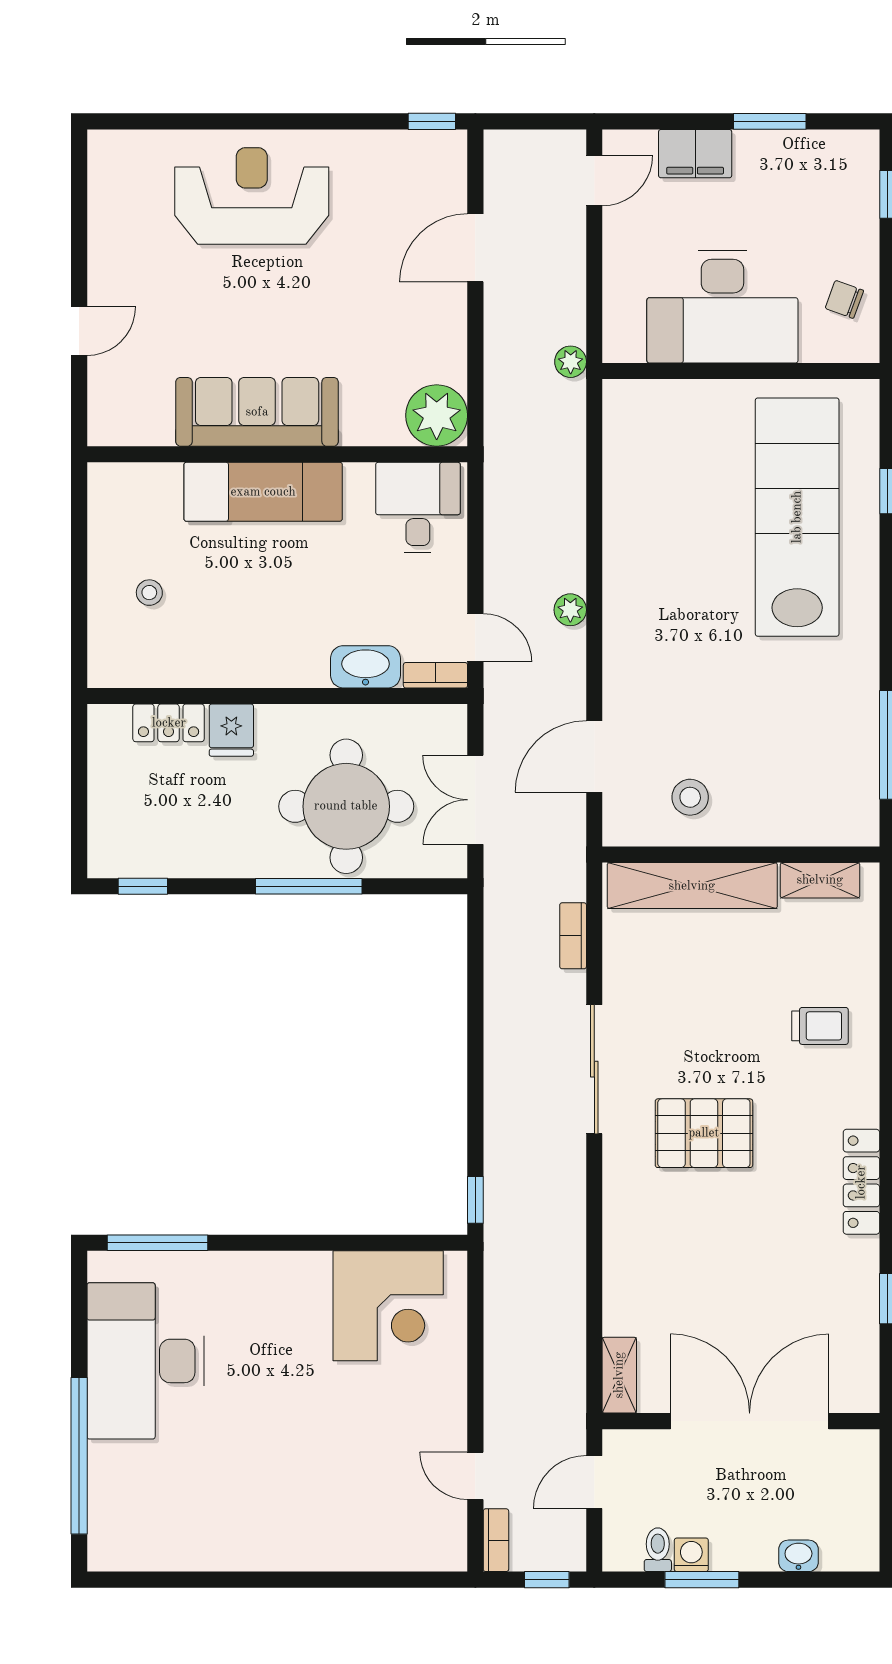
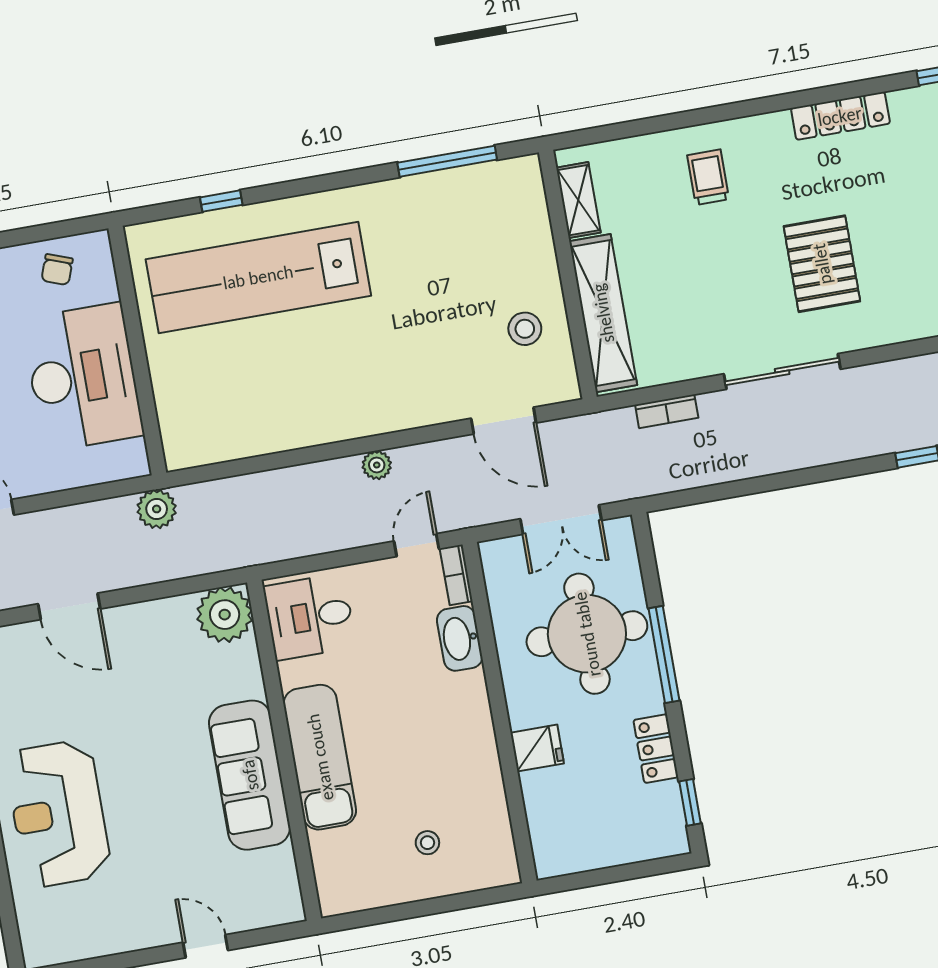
plant: (571, 362) -> (157, 509), width x1.38, depth x1.38
locker: (169, 723) -> (656, 749), moved, turned 180

